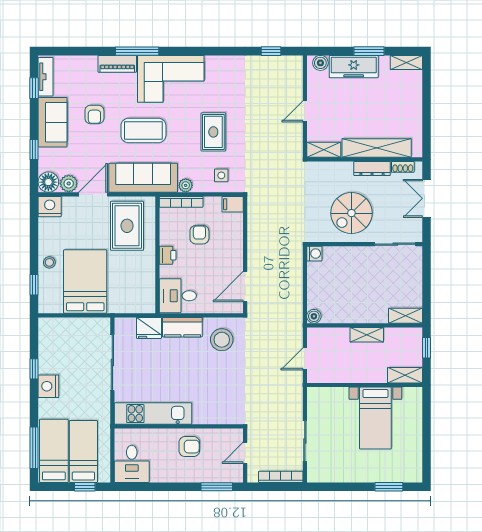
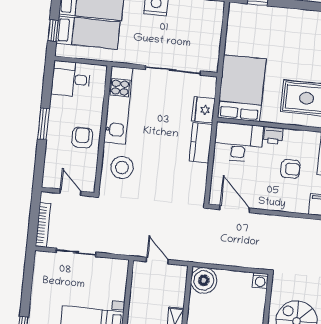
stool: (49, 262) -> (278, 18), removed
bed: (85, 282) -> (242, 88), moved, turned -90
desk: (178, 296) -> (239, 142), width x1.37
boiler: (314, 316) -> (204, 280), width x1.86, depth x1.86
stool: (222, 340) -> (122, 167), moved
armchair: (189, 447) -> (82, 138), turned 180
window: (217, 487) -> (44, 124), moved

